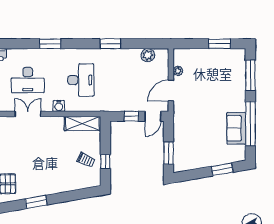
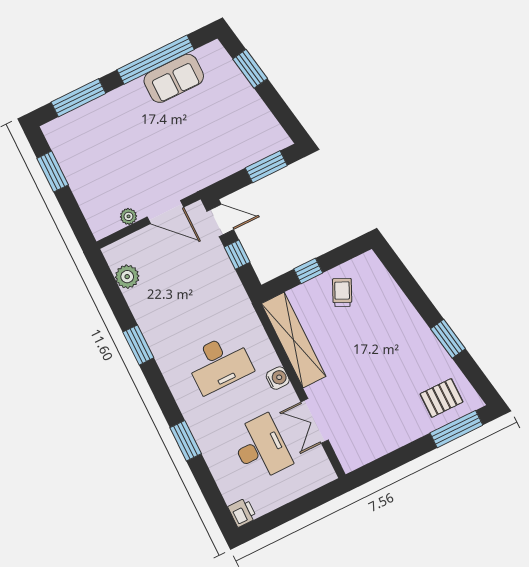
desk: (81, 80) -> (219, 364), turned 180
shelving: (83, 124) -> (294, 340), width x1.47
window: (105, 161) -> (308, 271), moved

